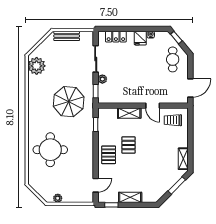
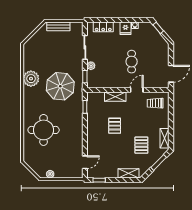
cafe table: (173, 59) -> (132, 62), moved
plant: (37, 66) -> (31, 79), moved
door: (153, 106) -> (137, 90), swing flipped
pallet: (109, 155) -> (141, 145), moved
shelving: (130, 197) -> (128, 173), moved

